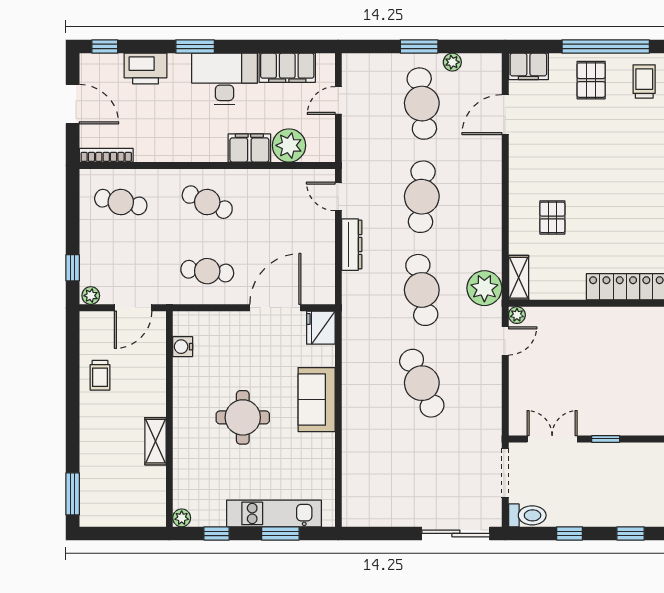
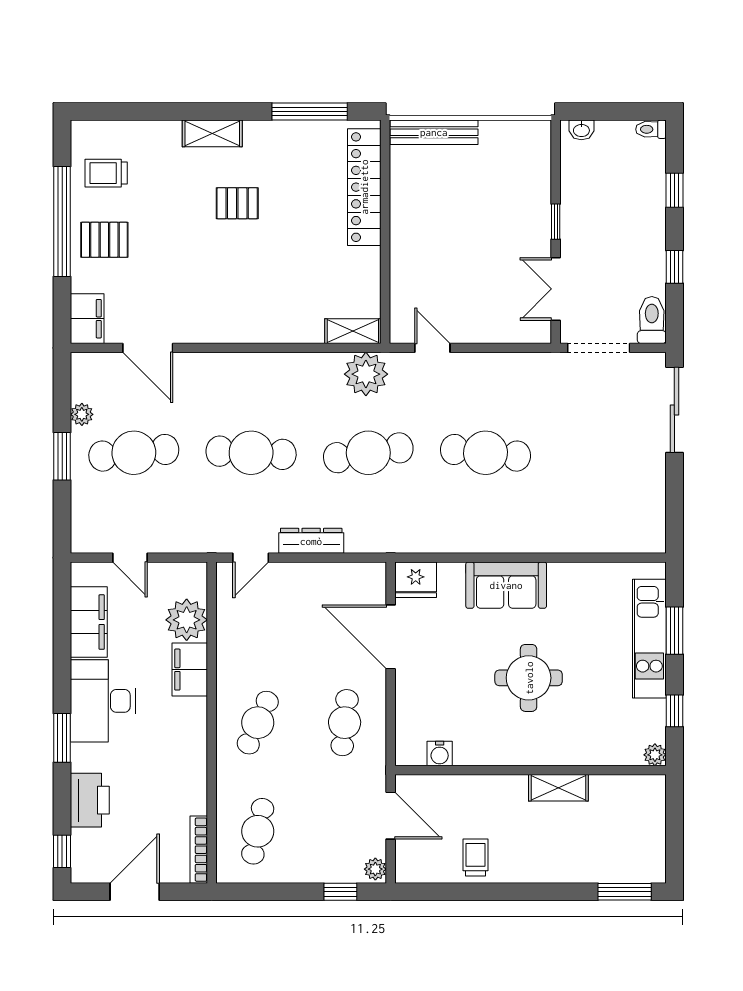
pallet: (552, 217) -> (237, 203), moved
plant: (517, 315) -> (400, 333), removed
trolley: (100, 375) -> (475, 857), turned -90
cafe table: (422, 383) -> (486, 453), turned 30

